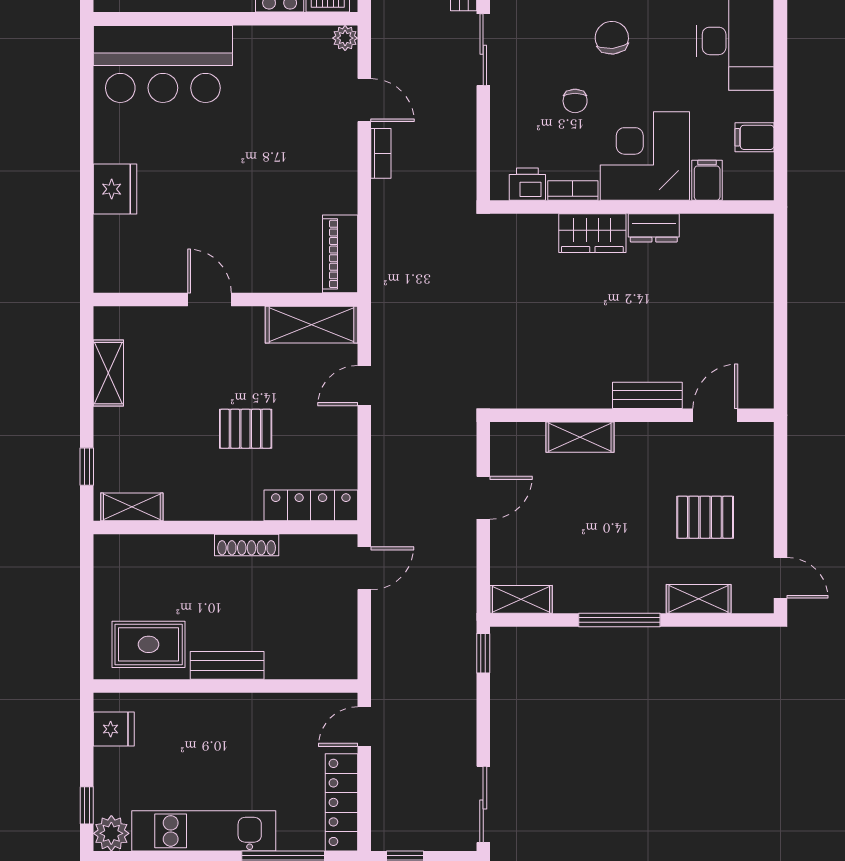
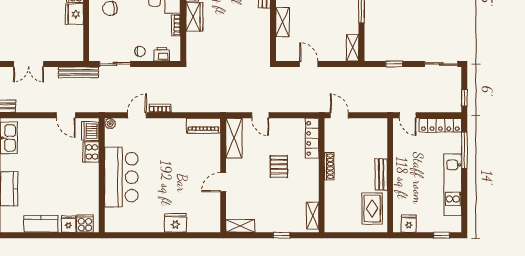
bar counter: (163, 64) -> (121, 177), moved
chair: (575, 101) -> (140, 51), moved
printer: (527, 184) -> (162, 54), moved, turned 90
shelving: (108, 373) -> (240, 226), moved
window: (87, 467) -> (282, 235), moved
window: (483, 653) -> (394, 64), moved
plant: (111, 833) -> (454, 225), removed

